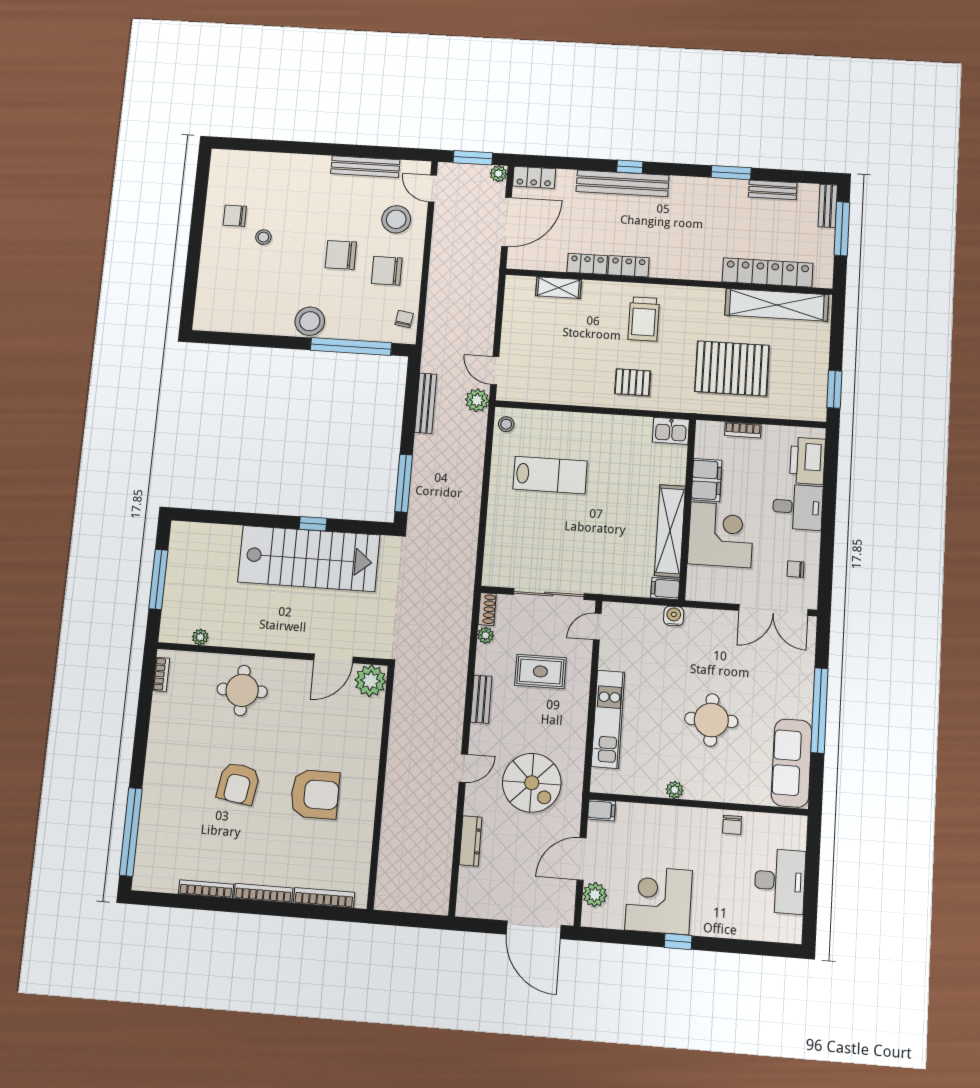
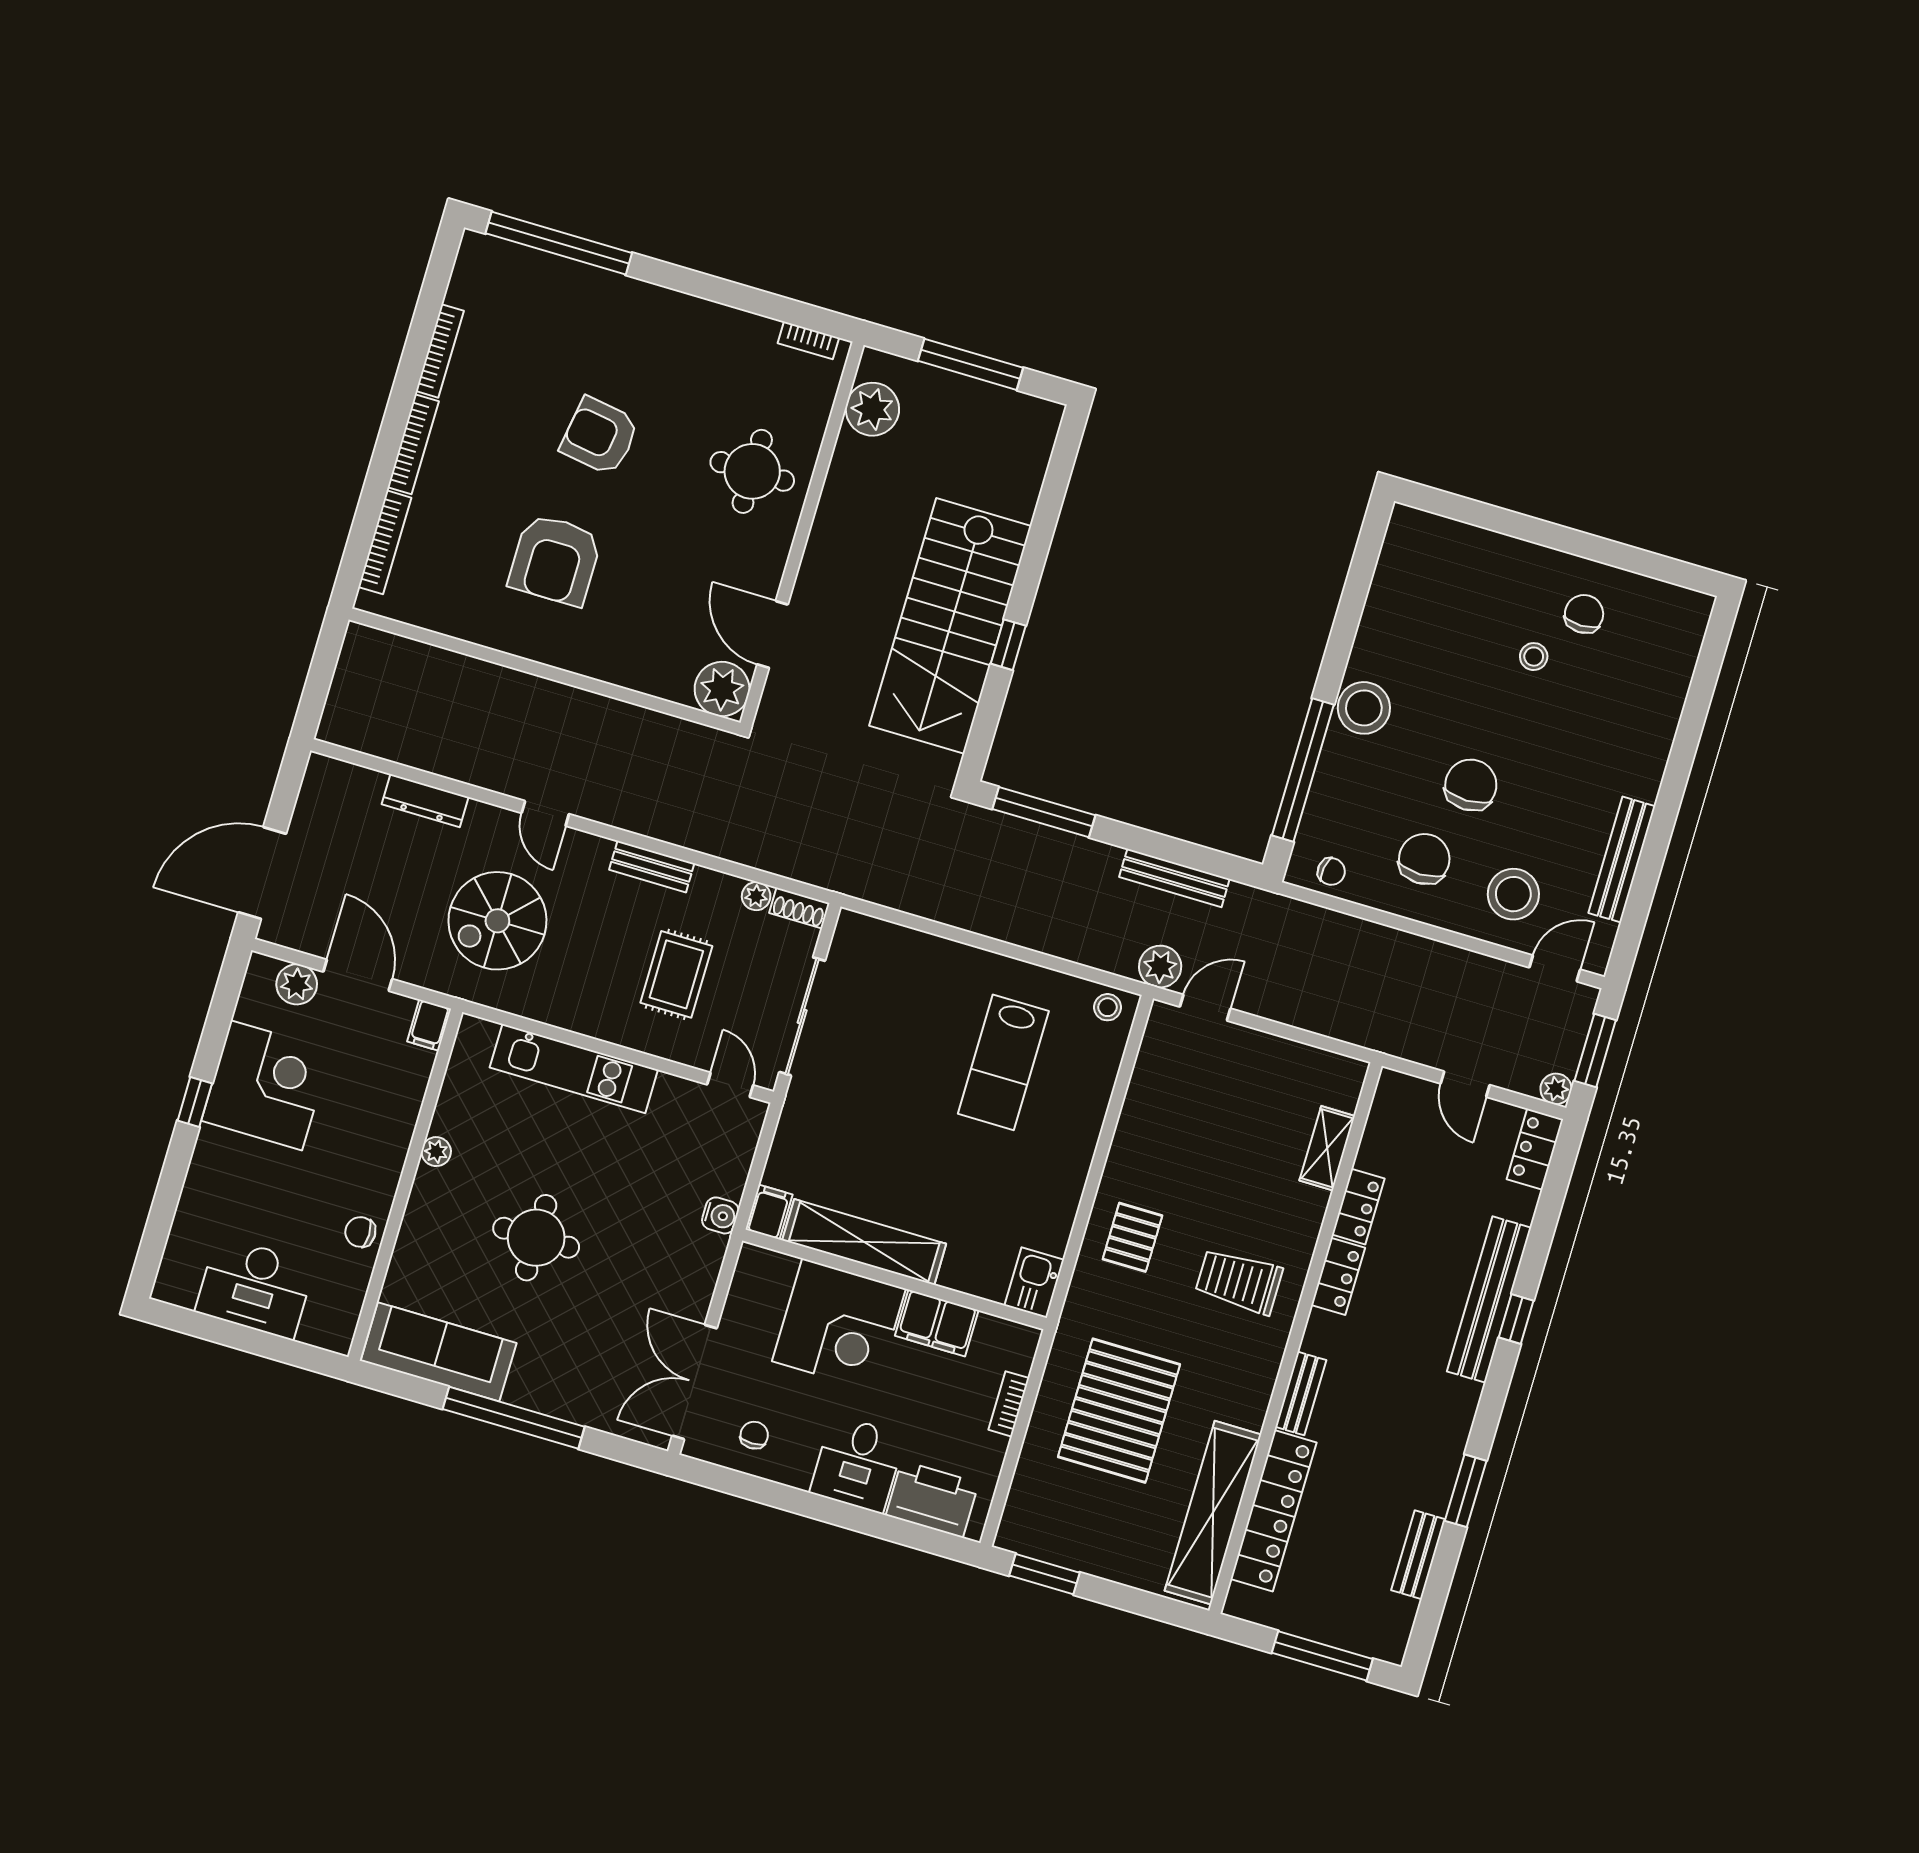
bench: (828, 206) -> (1301, 1393), moved, turned 90
door: (506, 222) -> (1465, 1084), width x0.53
plant: (200, 637) -> (872, 409), width x1.87, depth x1.87

